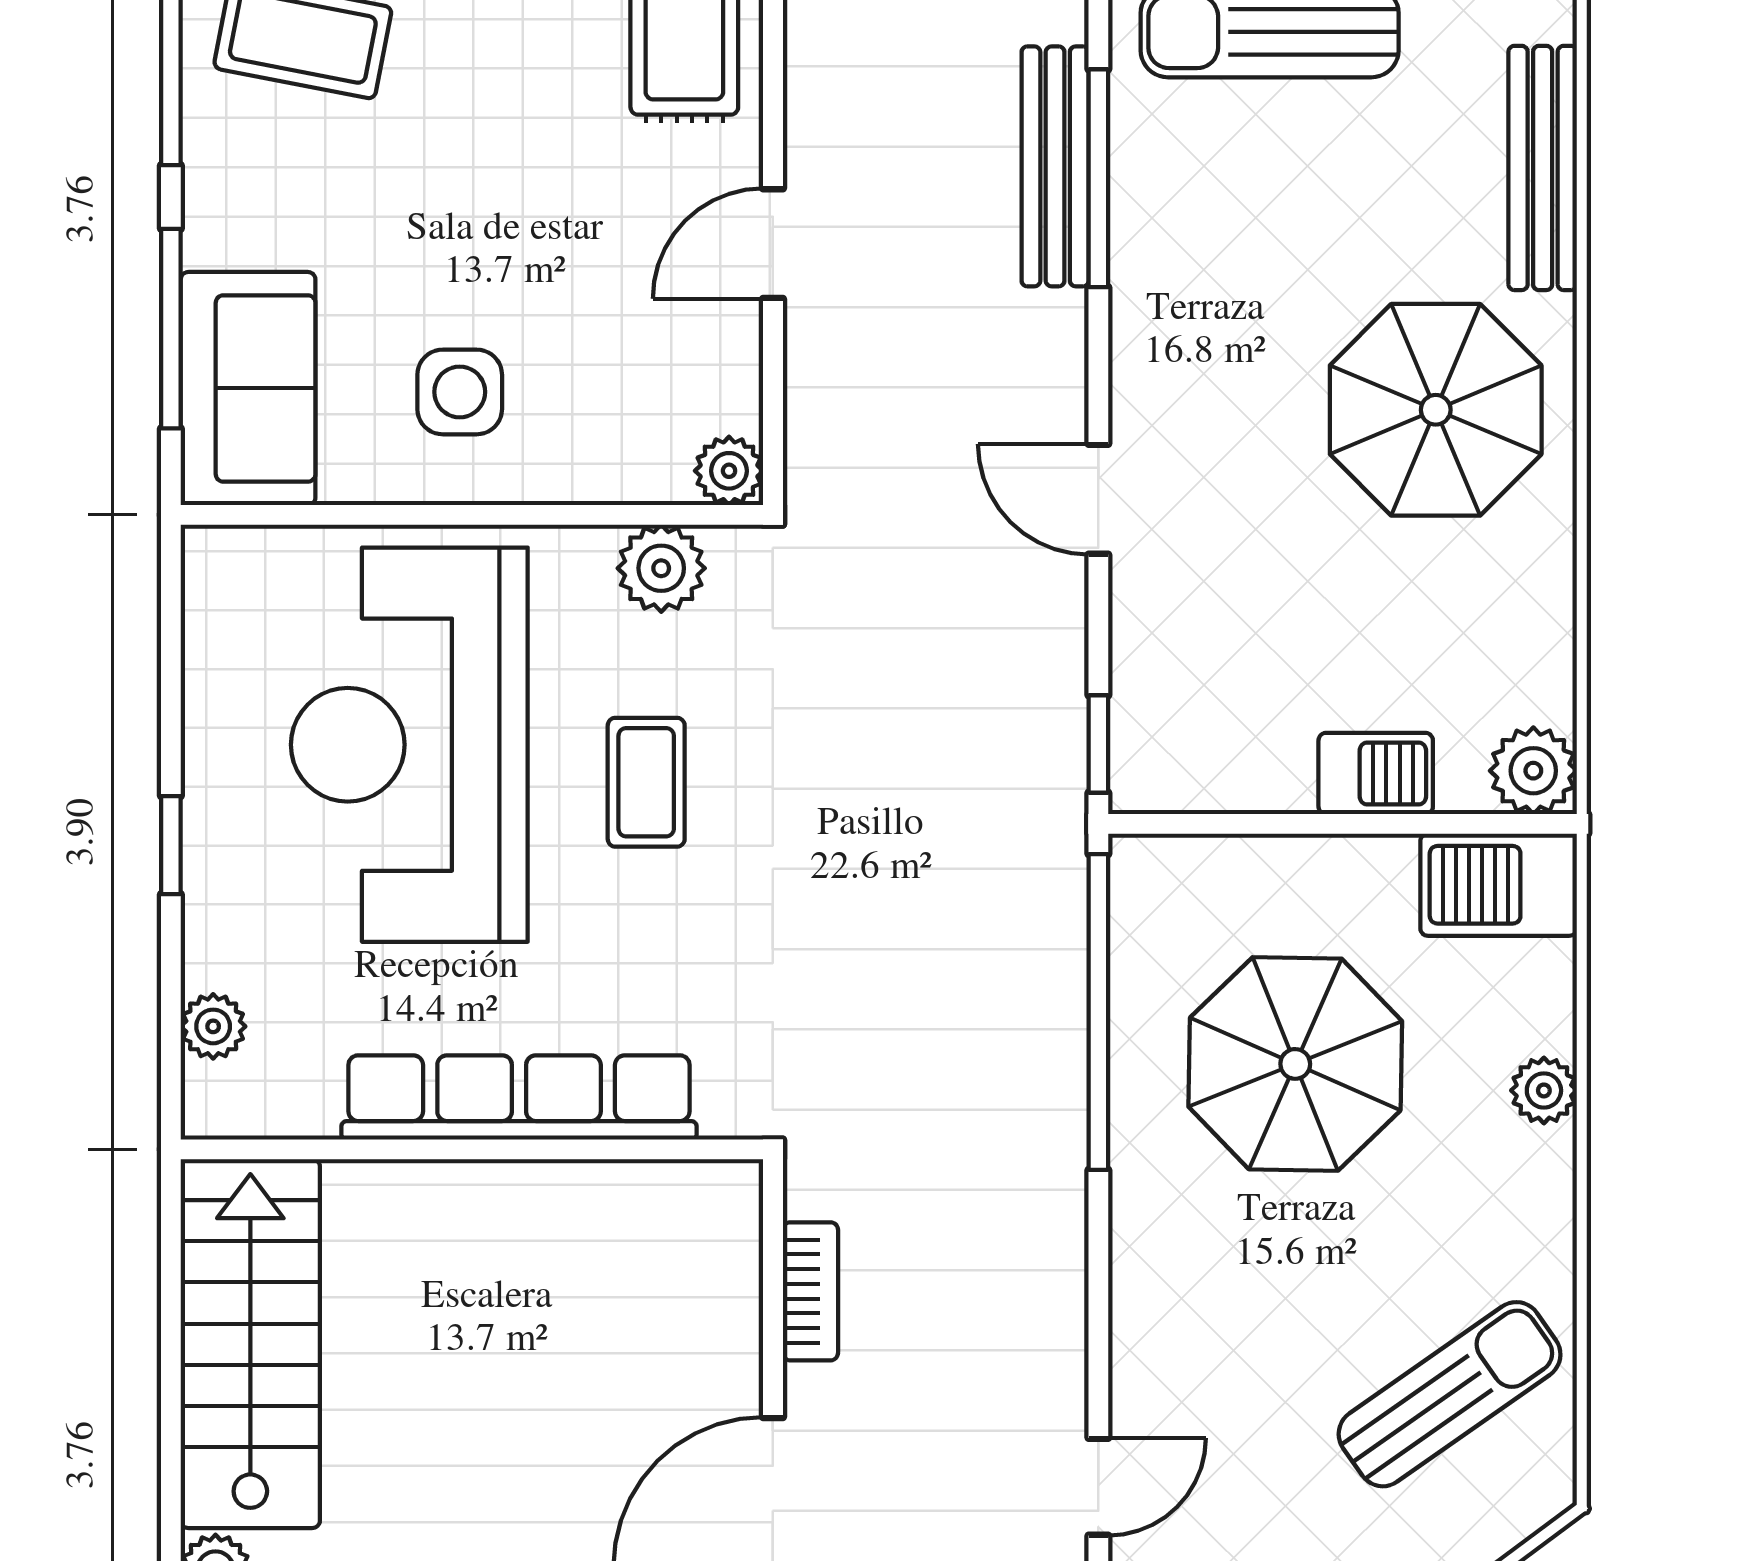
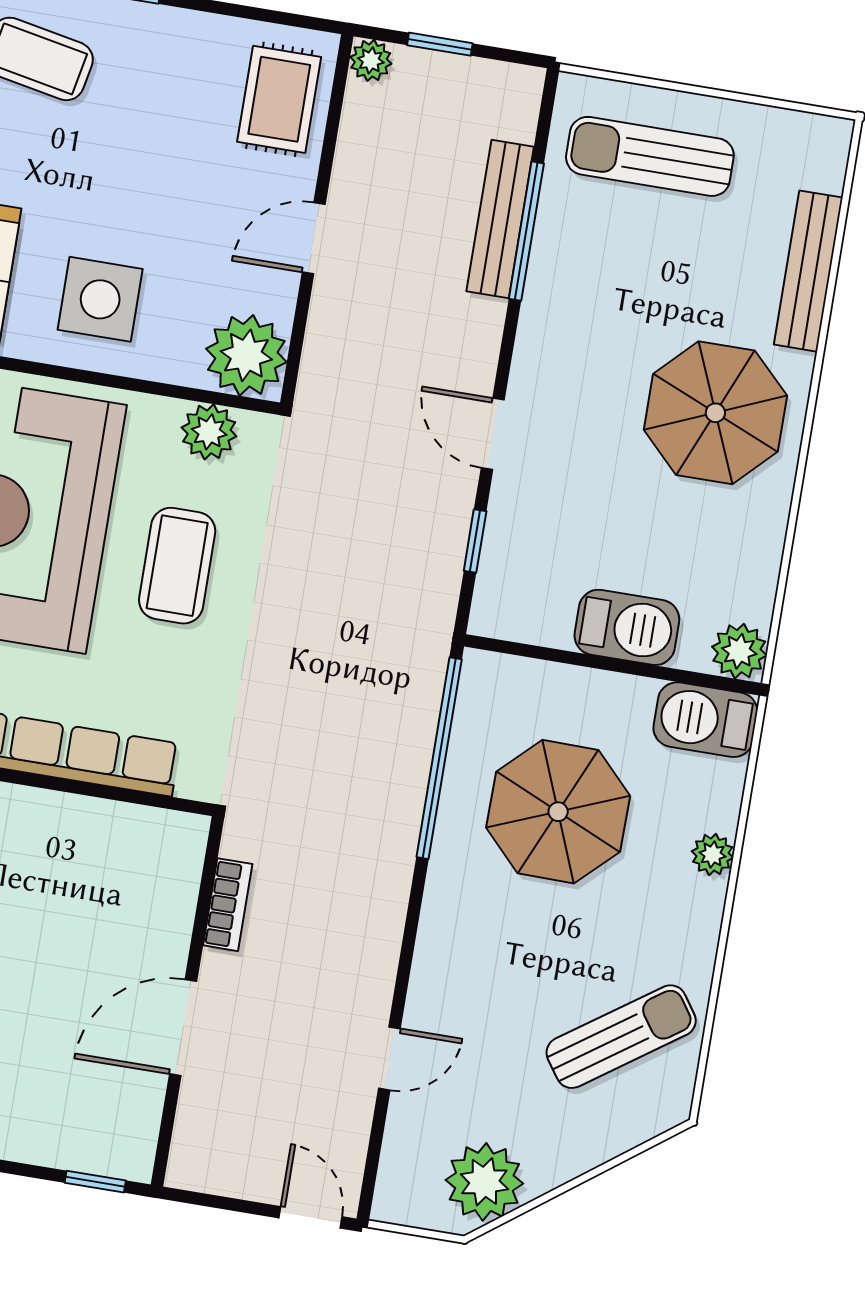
side table: (460, 392) -> (100, 299), width x1.37, depth x1.37
plant: (729, 471) -> (246, 355), width x1.88, depth x1.88
window: (1098, 744) -> (475, 541), moved
barbecue: (1376, 774) -> (627, 627), width x1.38, depth x1.27
coffee table: (646, 782) -> (177, 566), width x1.36, depth x1.30

